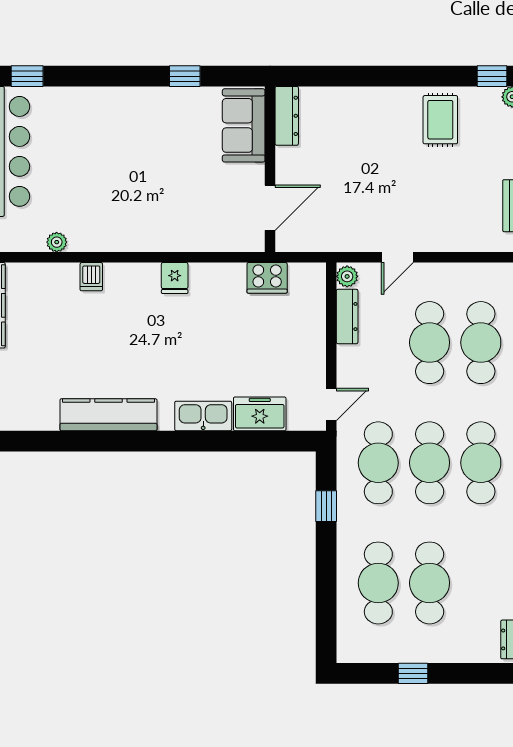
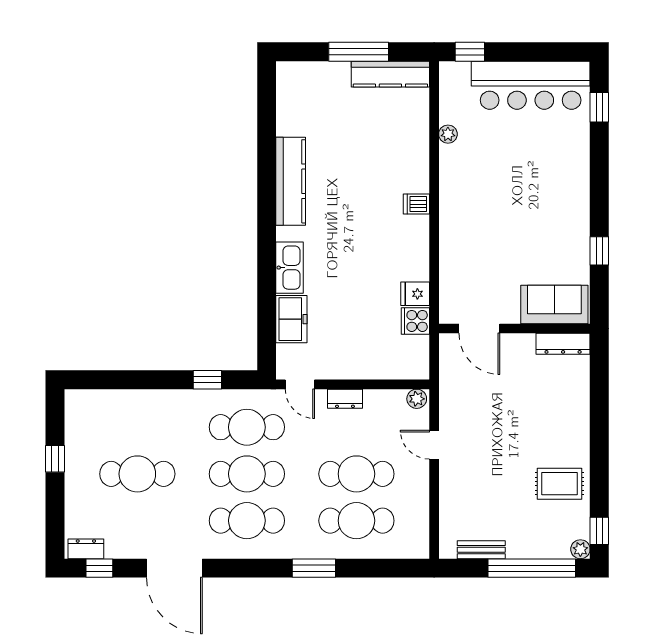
dishwasher: (91, 277) -> (416, 204), moved
fridge: (175, 278) -> (415, 294), moved
cooker: (267, 278) -> (415, 321), width x0.73
dresser: (347, 317) -> (345, 399), moved, width x0.70
cafe table: (378, 583) -> (137, 427), removed

